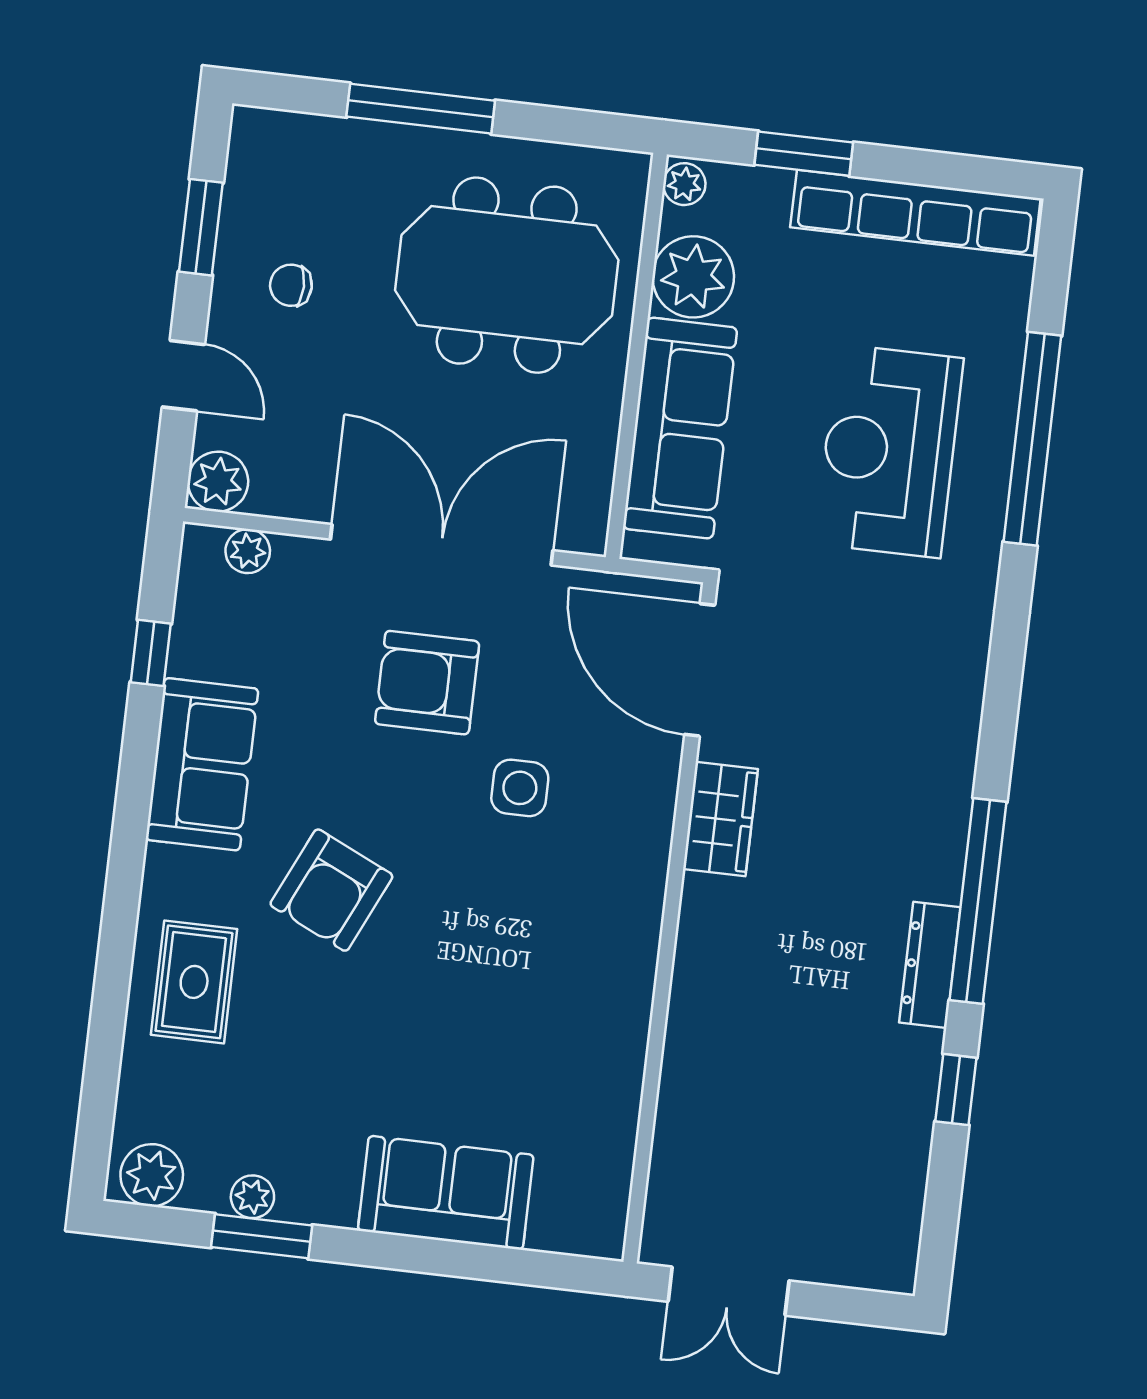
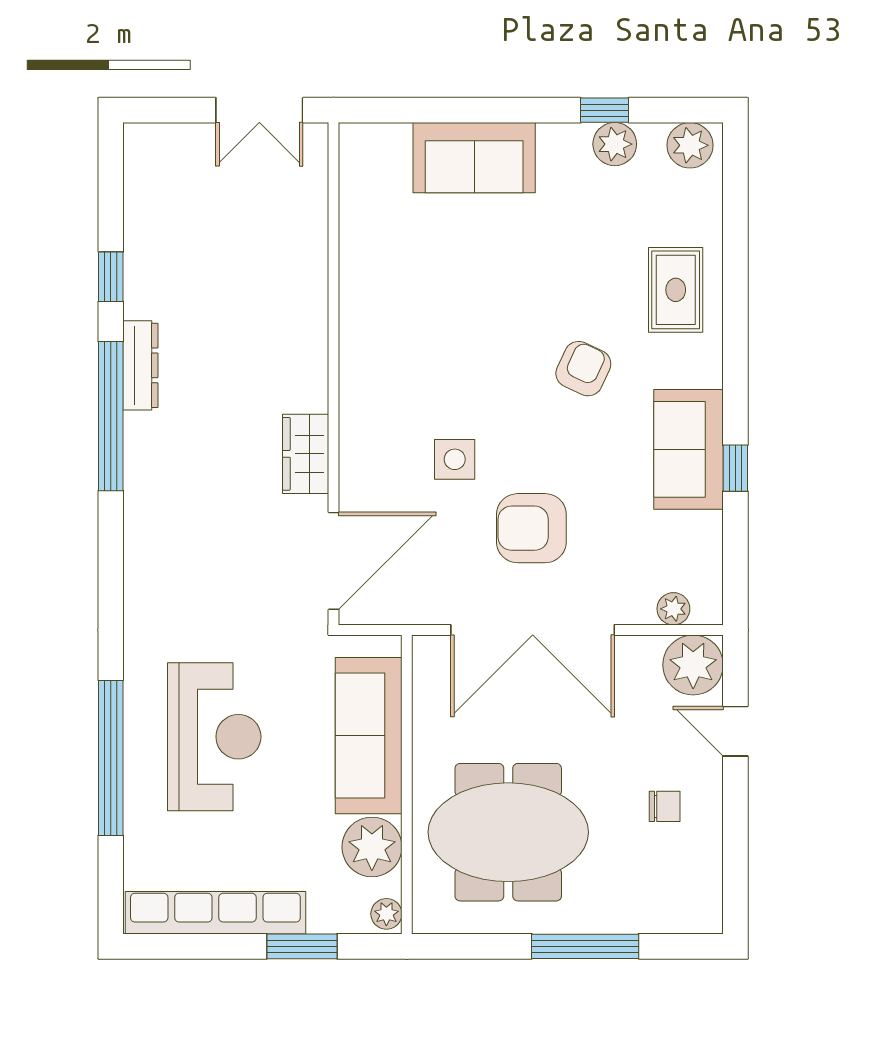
window: (201, 227) -> (735, 841), removed
plant: (218, 482) -> (693, 665), width x1.36, depth x1.36
window: (151, 653) -> (735, 468), moved
door: (700, 670) -> (334, 561), hinge flipped
armchair: (427, 683) -> (531, 528), turned 180
armchair: (331, 890) -> (583, 369), width x0.72, depth x0.72
plant: (252, 1197) -> (615, 144), width x1.38, depth x1.38
window: (262, 1236) -> (605, 110), width x0.67
double door: (729, 1291) -> (259, 110), swing flipped

